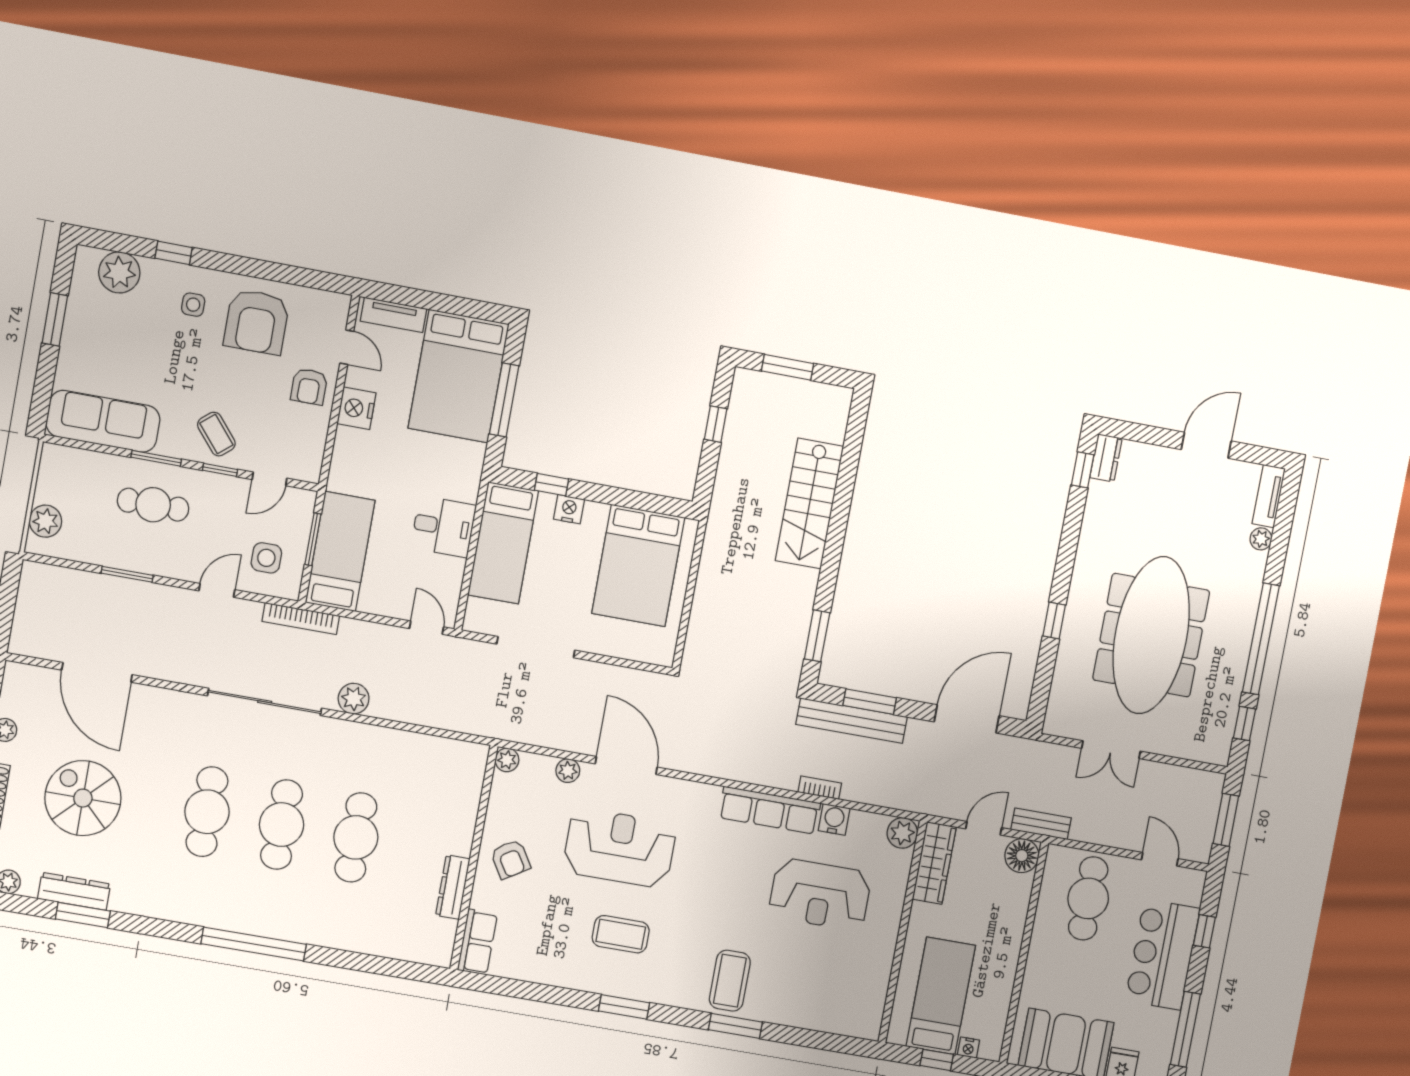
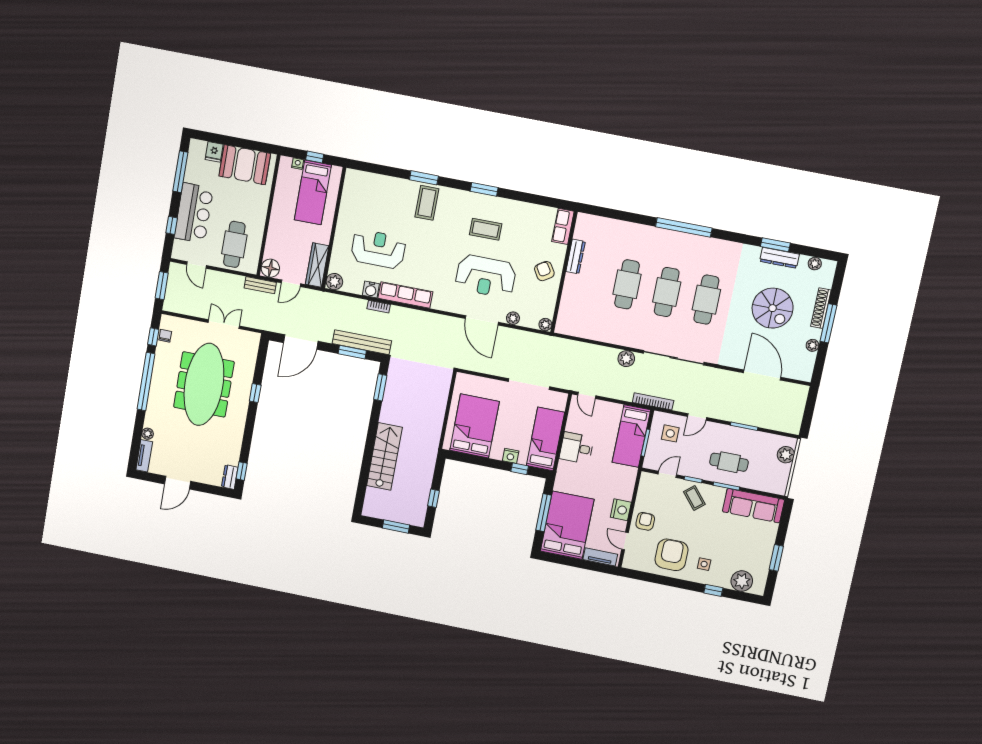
chair: (1222, 726) -> (165, 336), added

